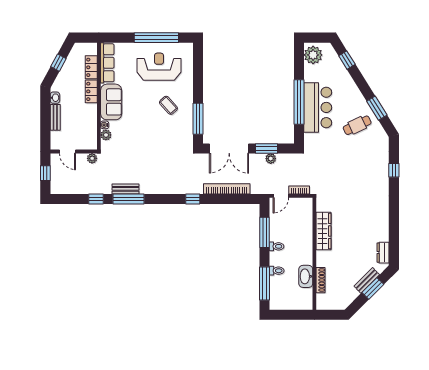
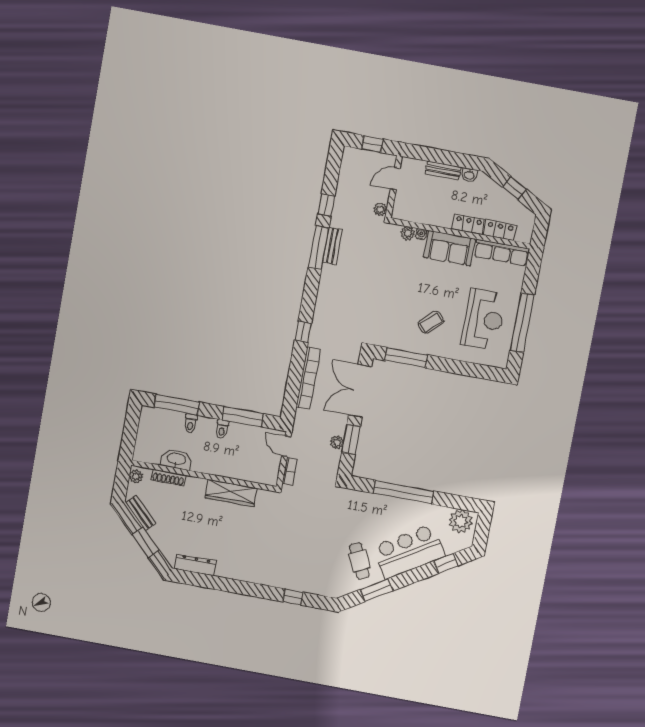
bar counter: (318, 107) -> (409, 552), moved, turned 148
dresser: (383, 253) -> (195, 565), width x1.44
bench: (367, 280) -> (141, 513), moved
plant: (324, 305) -> (136, 476), added

